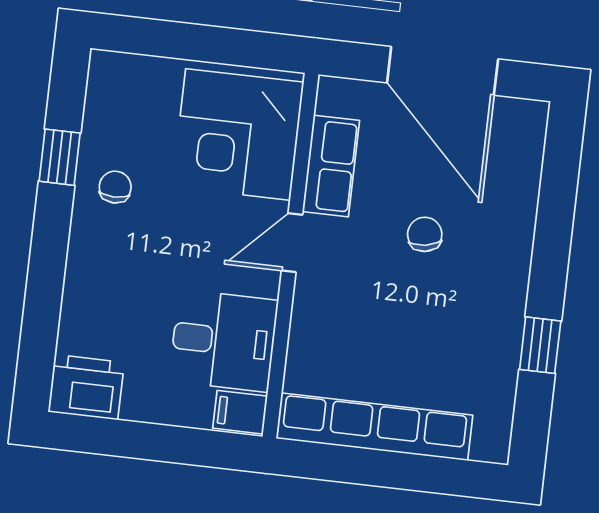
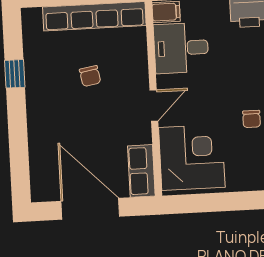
row of seats: (331, 166) -> (141, 171), moved
chair: (425, 234) -> (90, 76), moved

